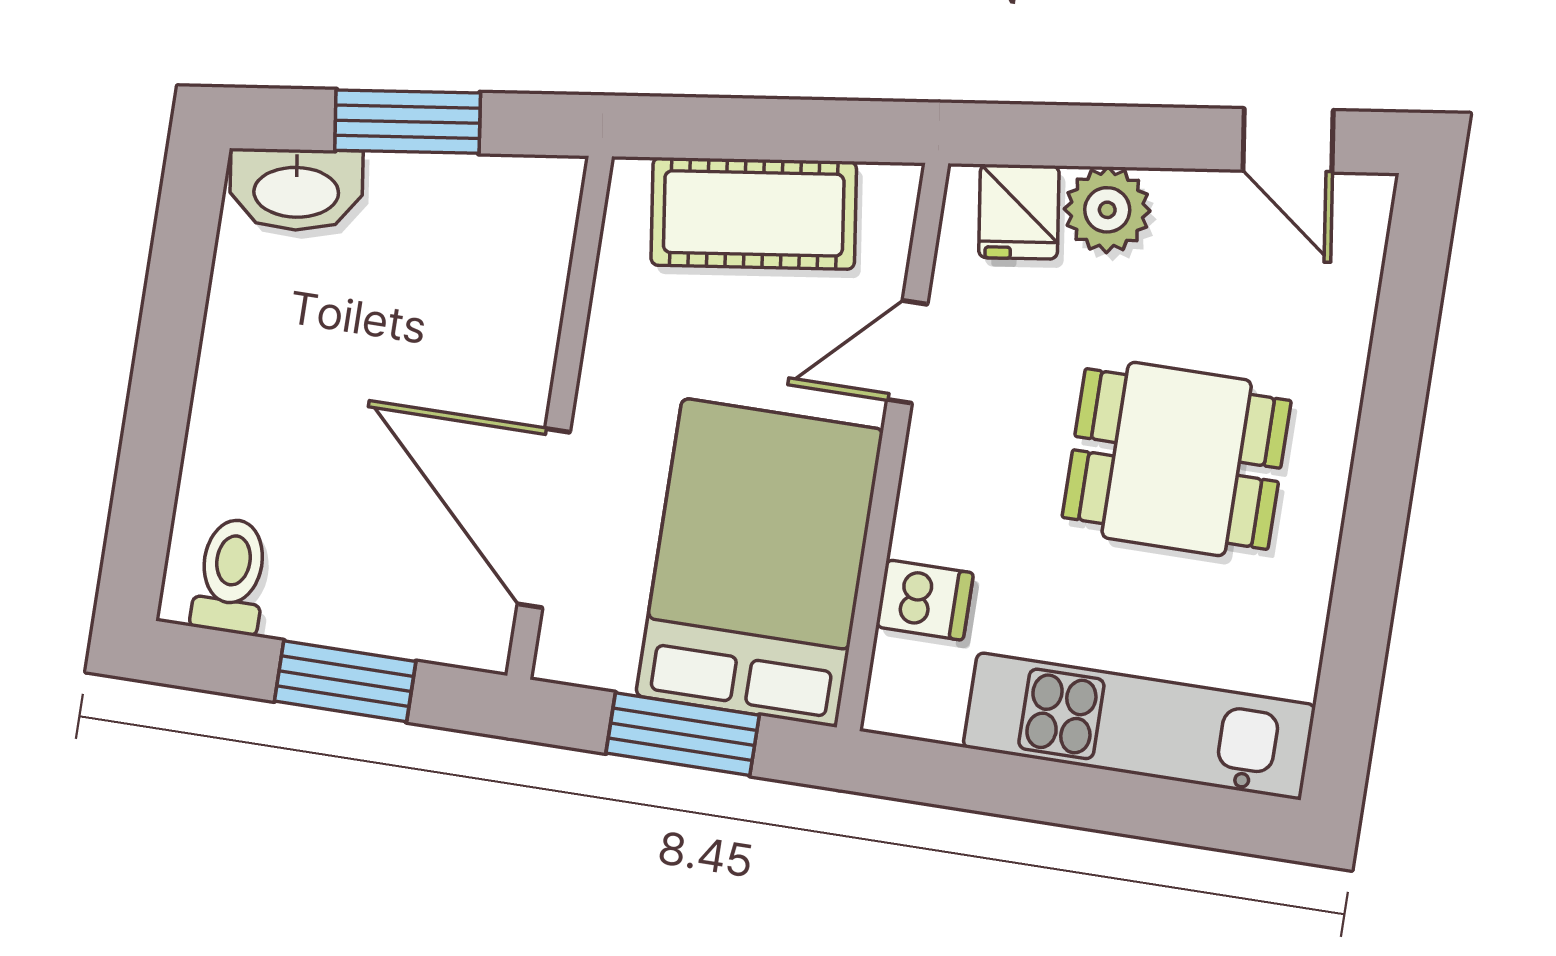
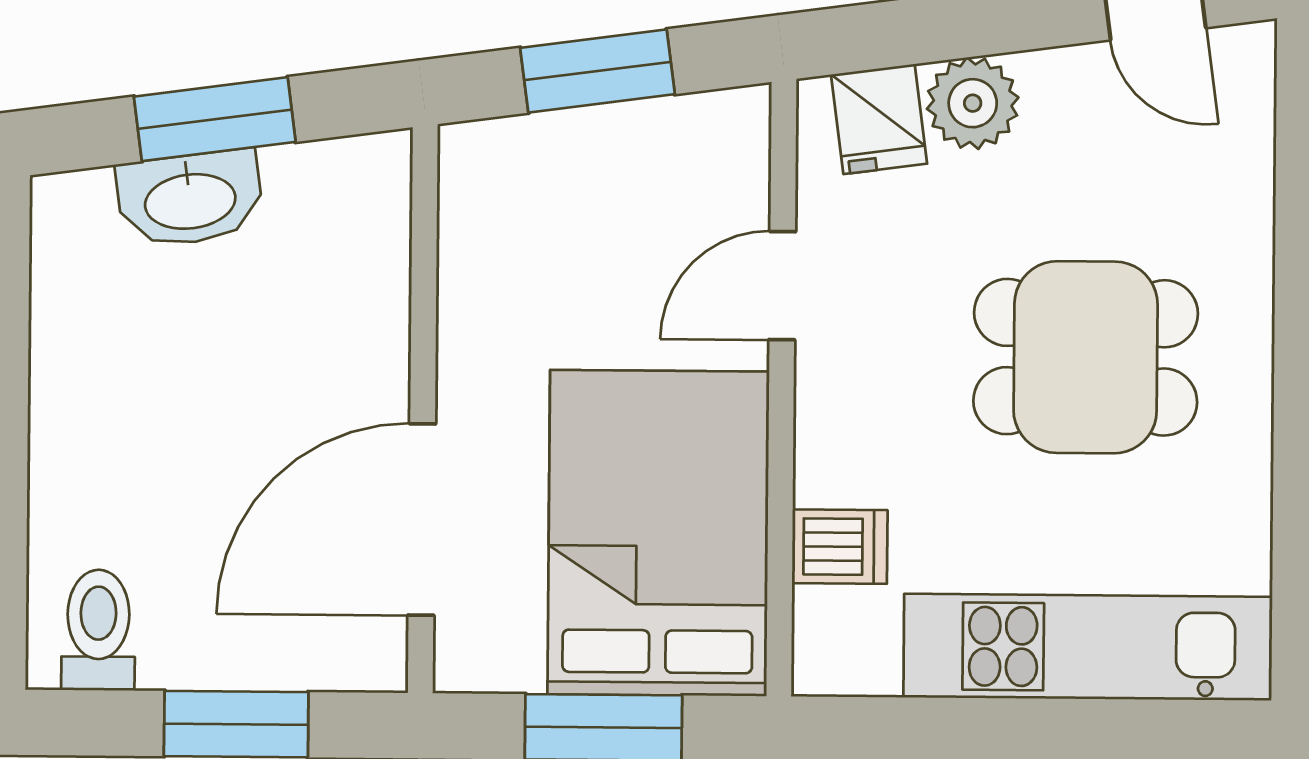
window: (766, 129) -> (598, 71), added
washbasin: (296, 190) -> (190, 199), moved
cot: (754, 213) -> (597, 162), removed
door: (544, 518) -> (422, 520), hinge flipped

